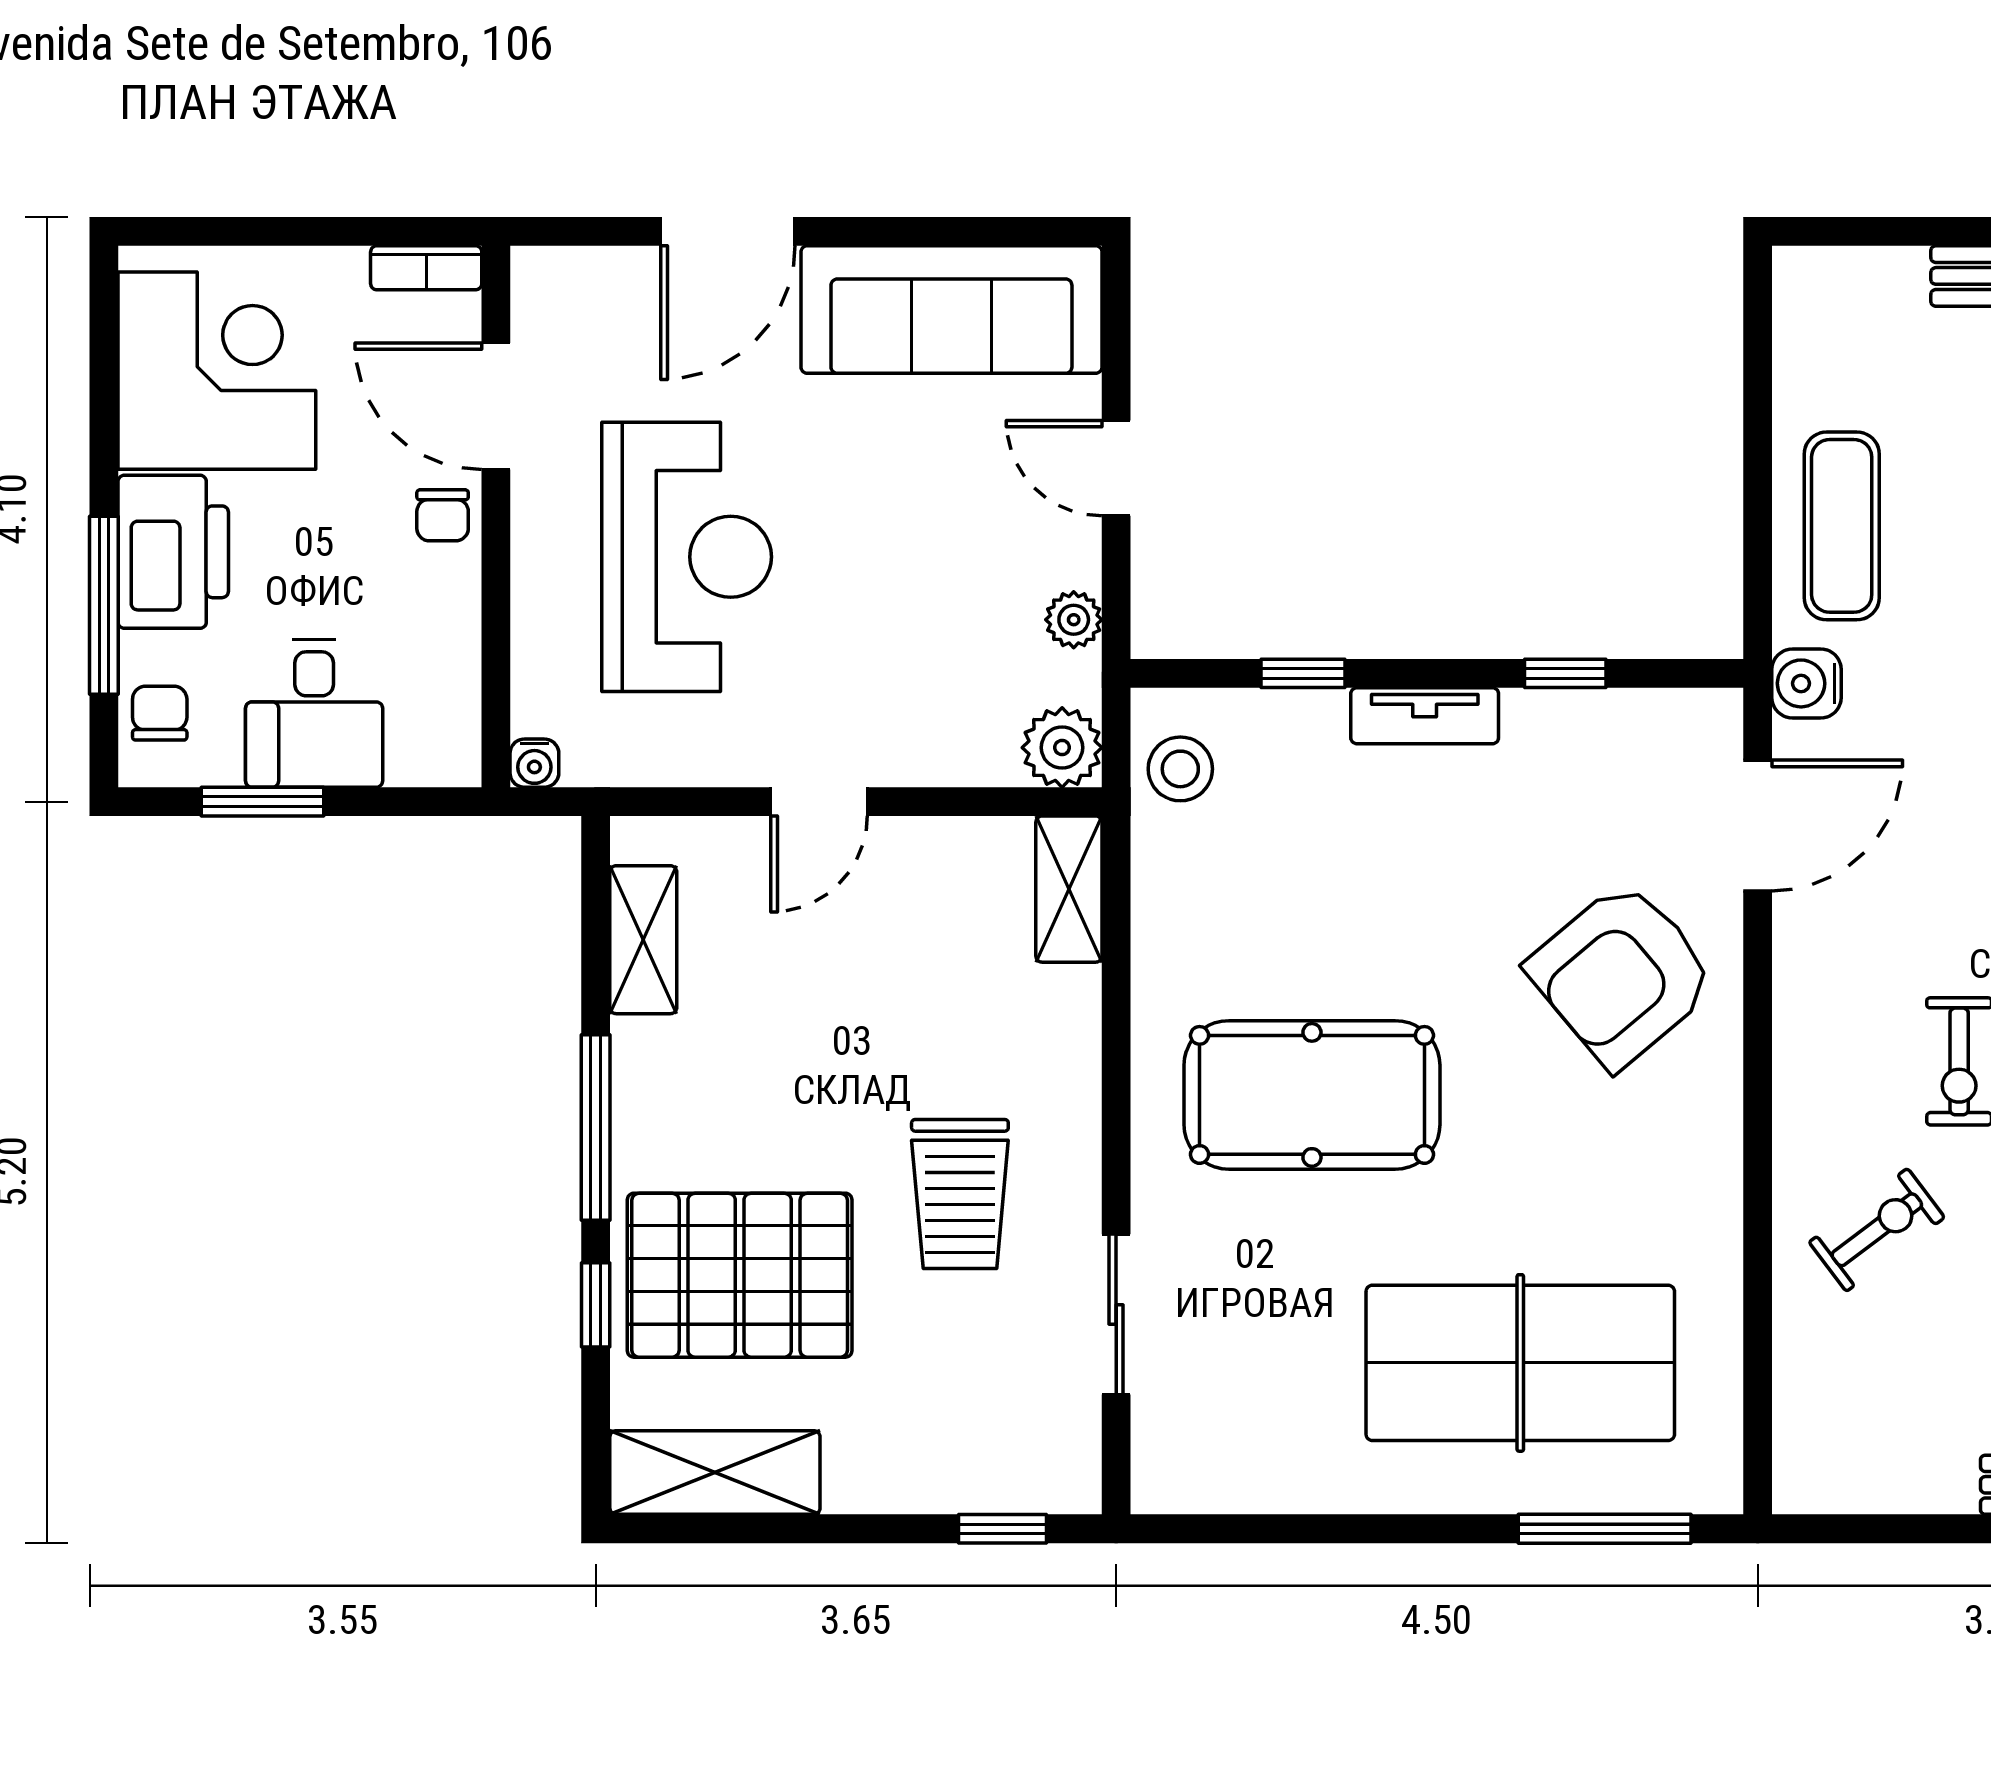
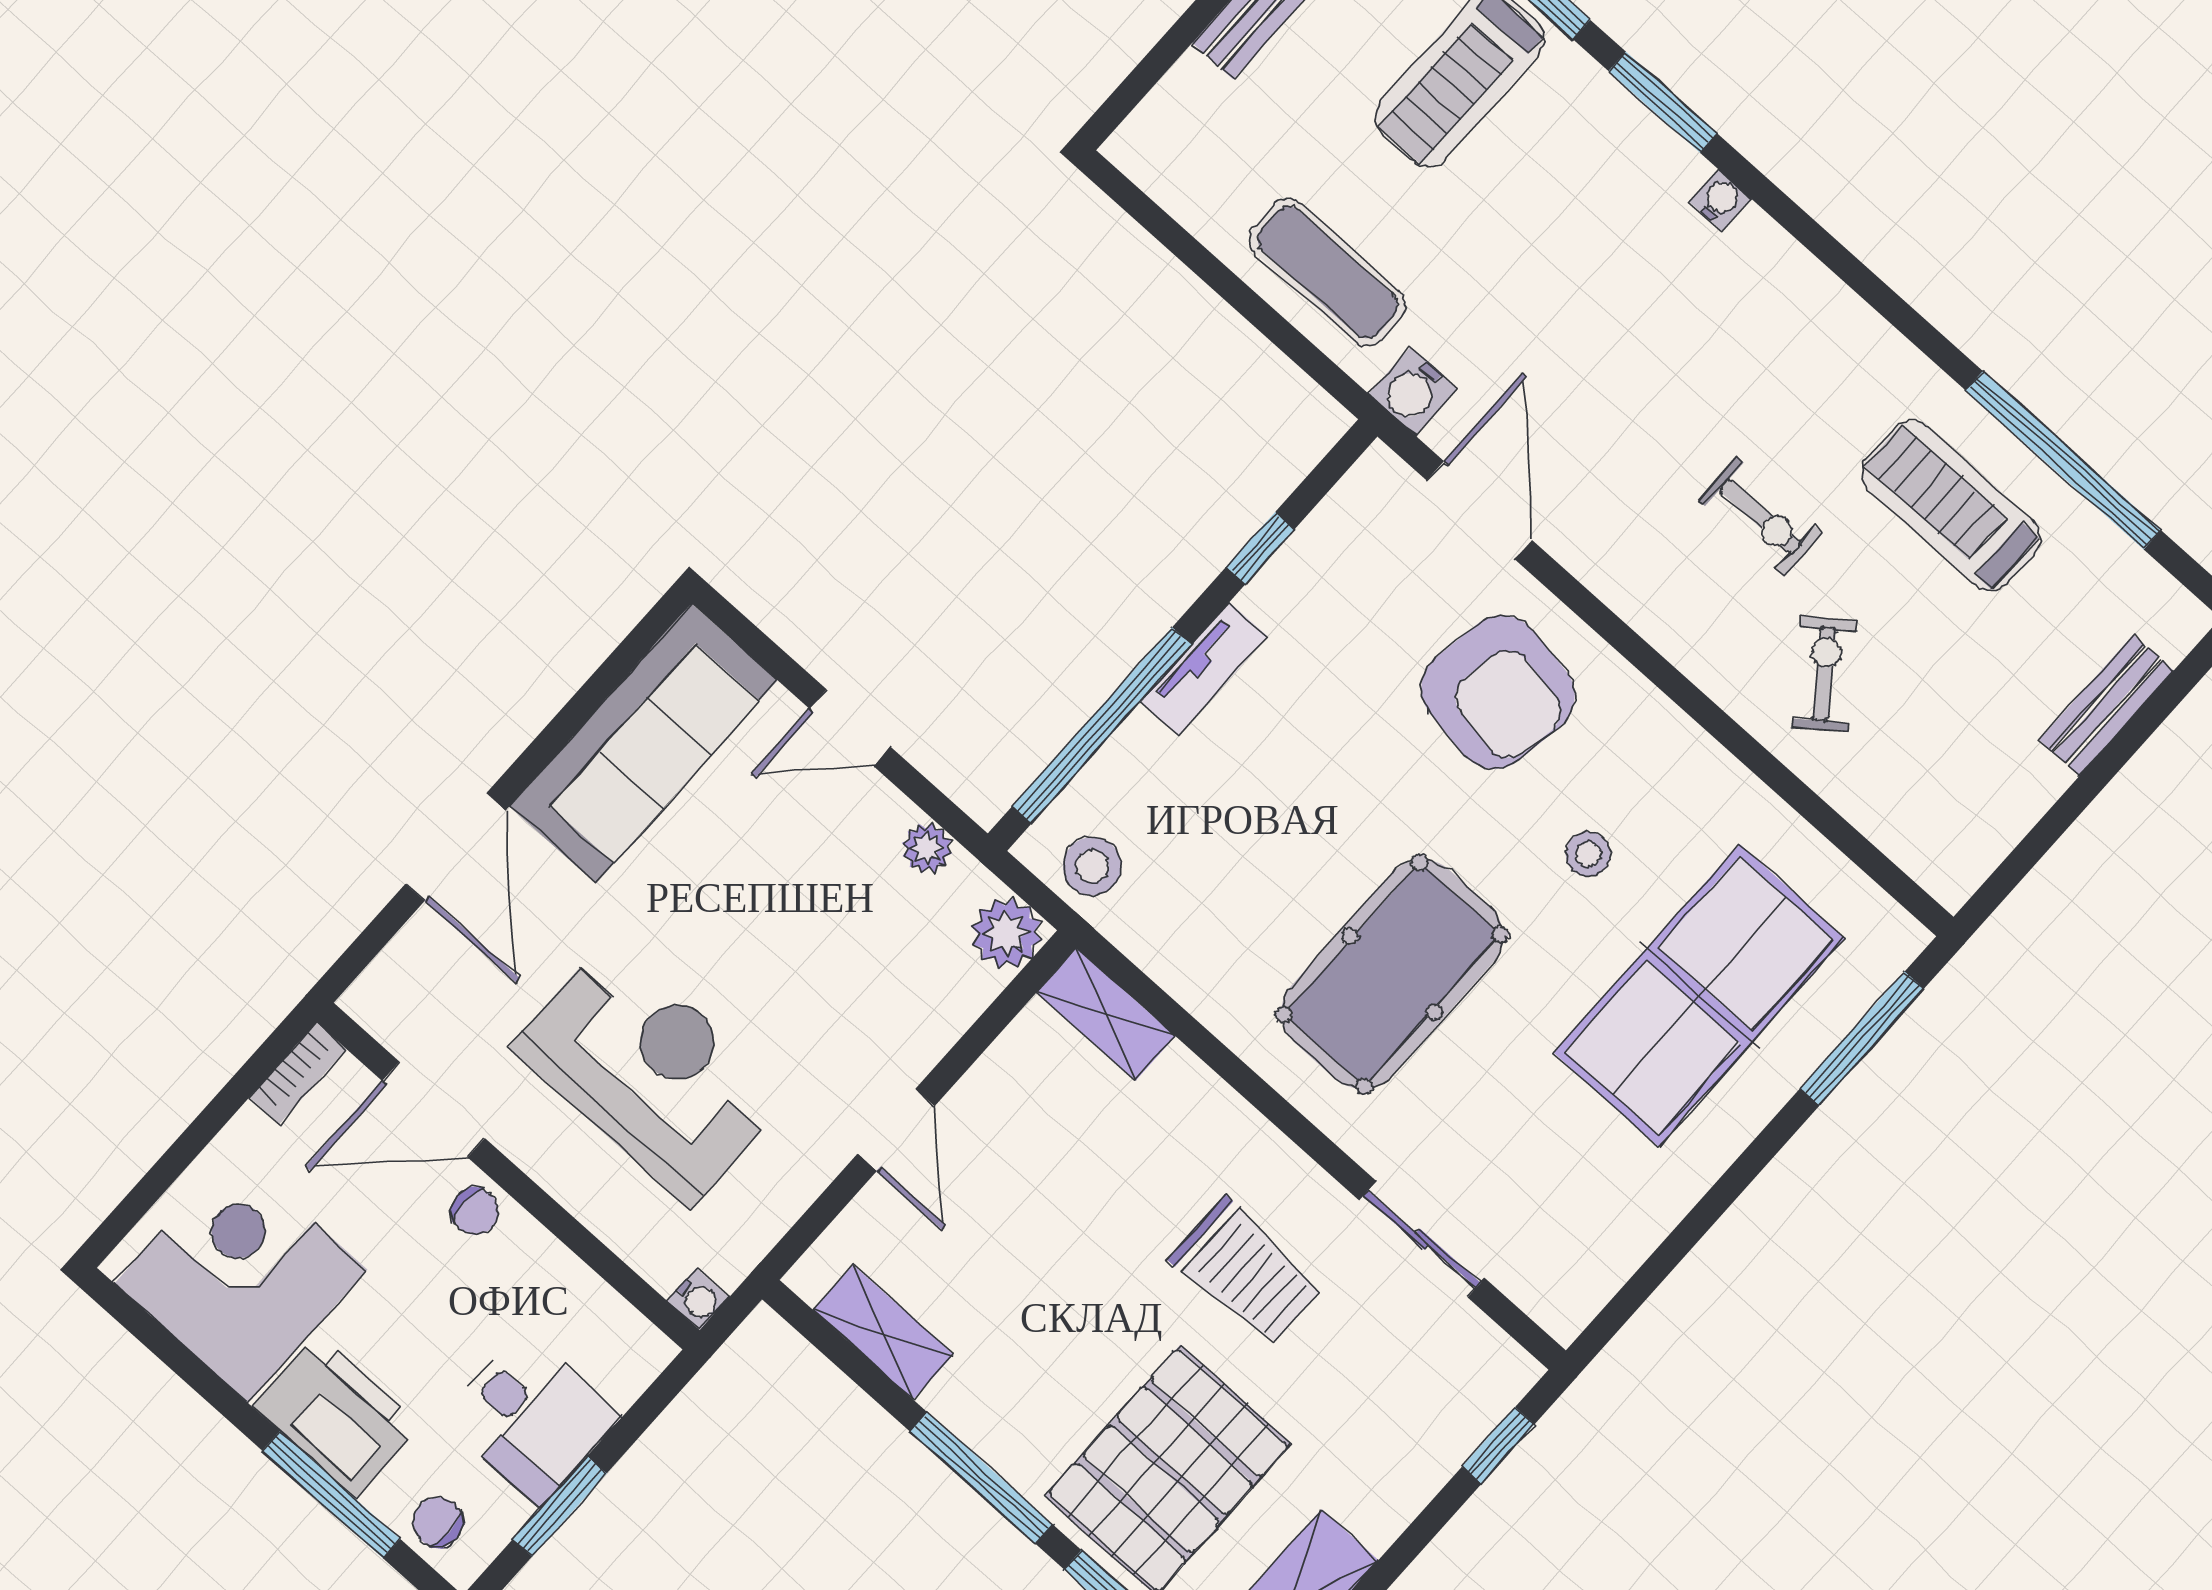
window: (1303, 673) -> (1102, 725), width x3.17
armchair: (1622, 975) -> (1498, 692), turned -41
stool: (1555, 1168) -> (1588, 854), added

